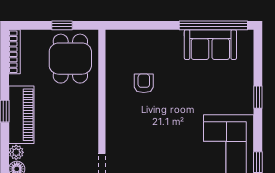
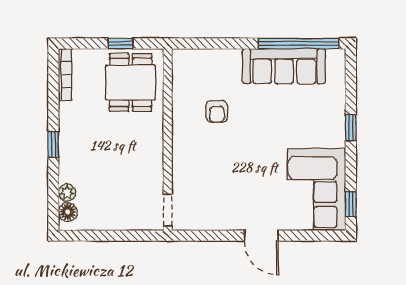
sofa: (210, 45) -> (284, 66), width x1.36
armchair: (144, 83) -> (217, 112), turned 180
piano: (21, 115) -> (73, 148), removed

